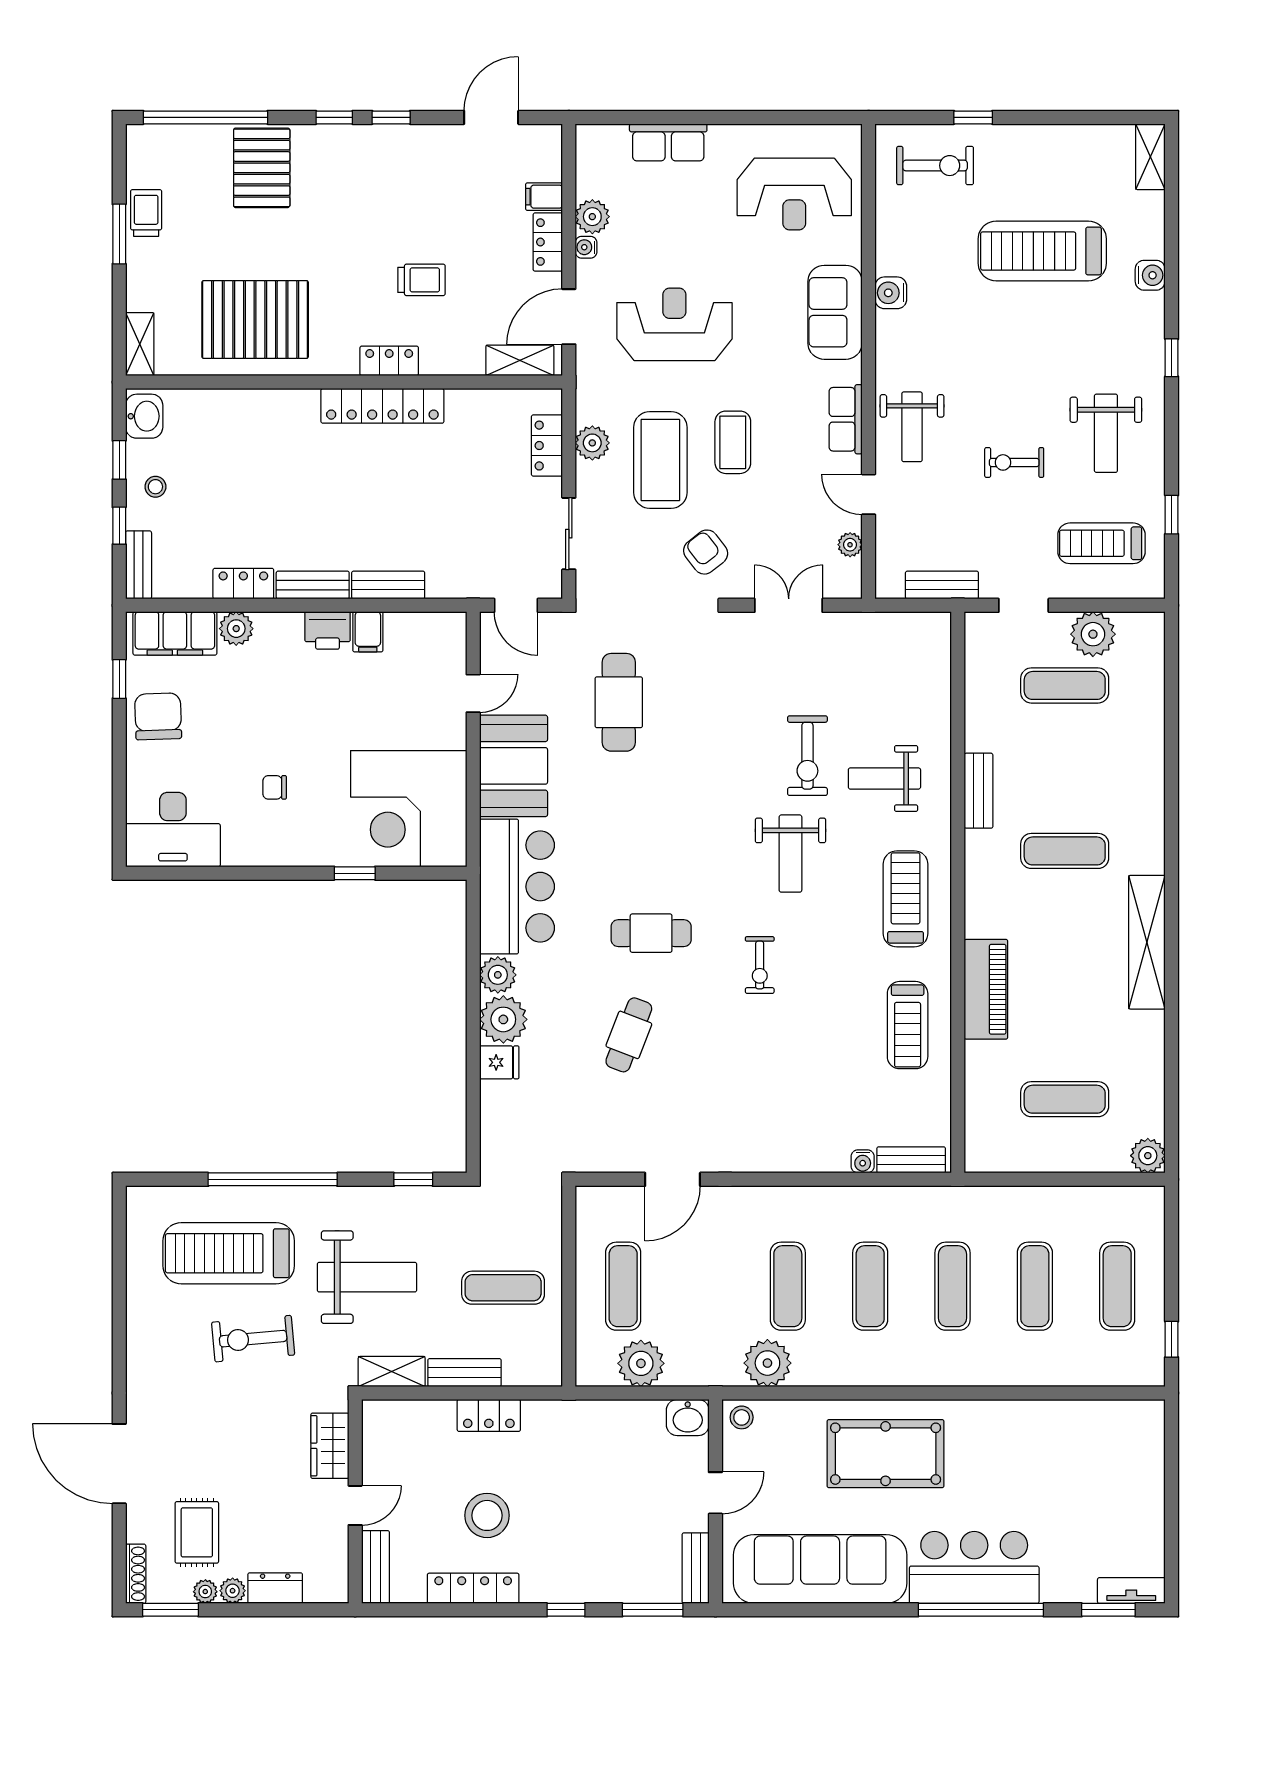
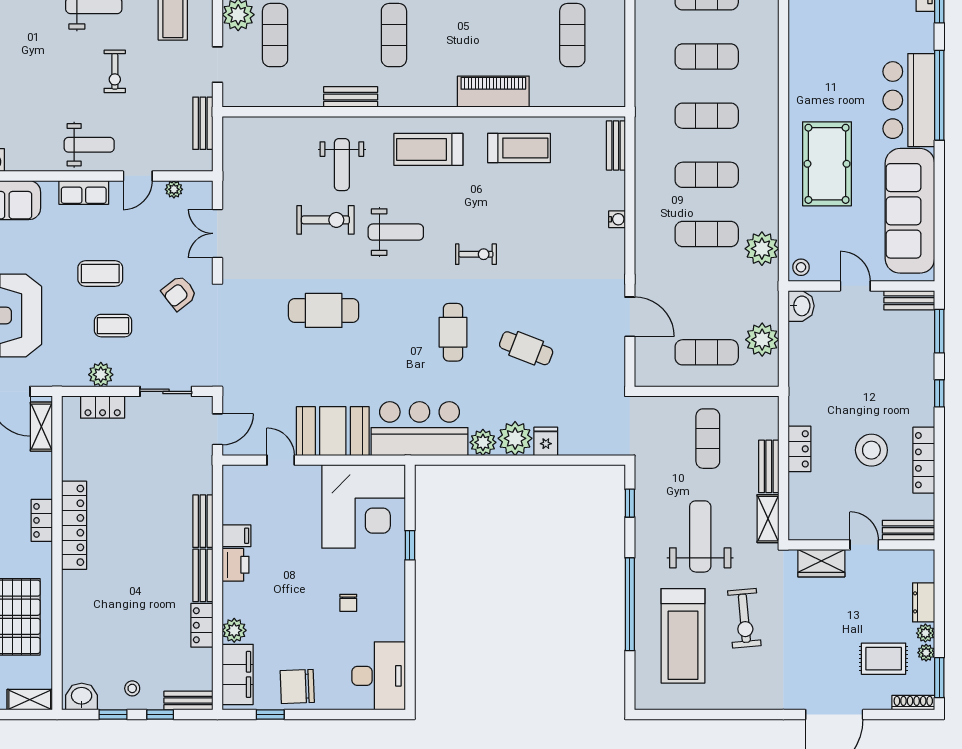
coffee table: (660, 460) -> (113, 326), width x0.54, depth x0.58
cafe table: (619, 702) -> (324, 310), moved
water cooler: (863, 1161) -> (617, 219), moved

